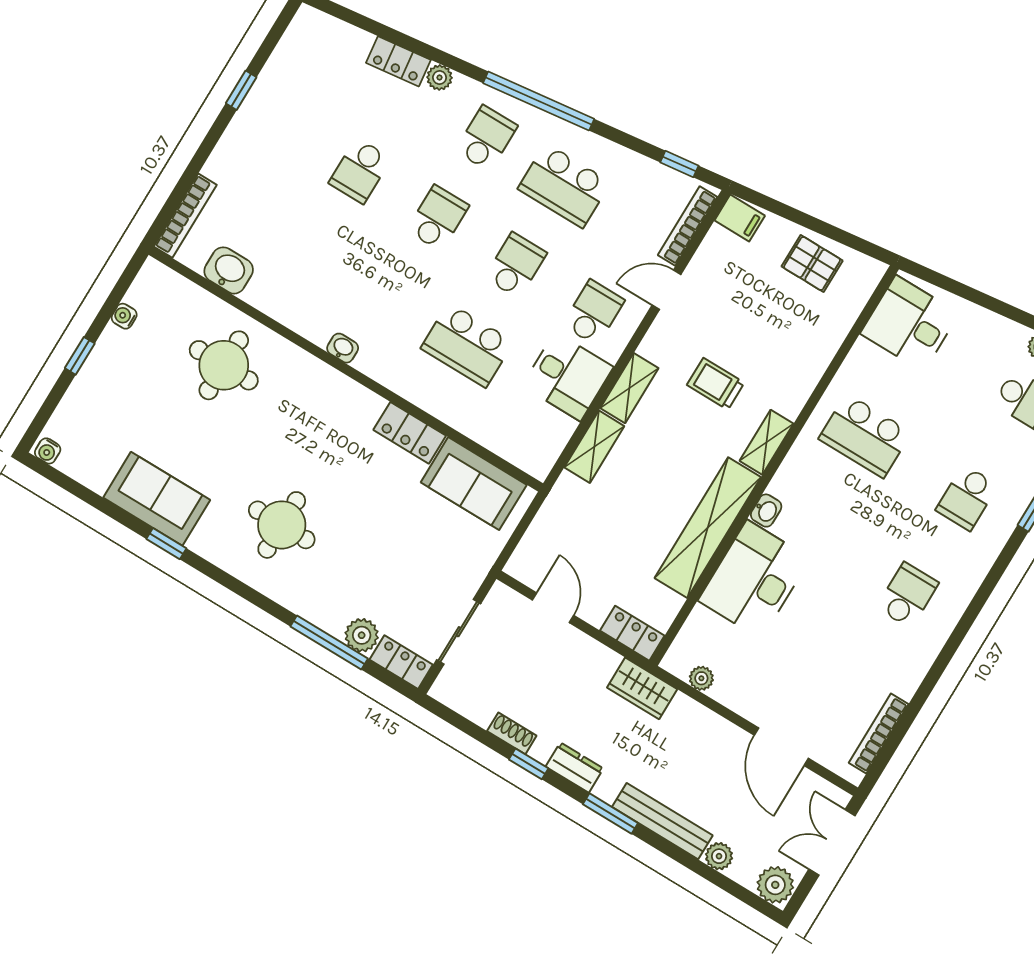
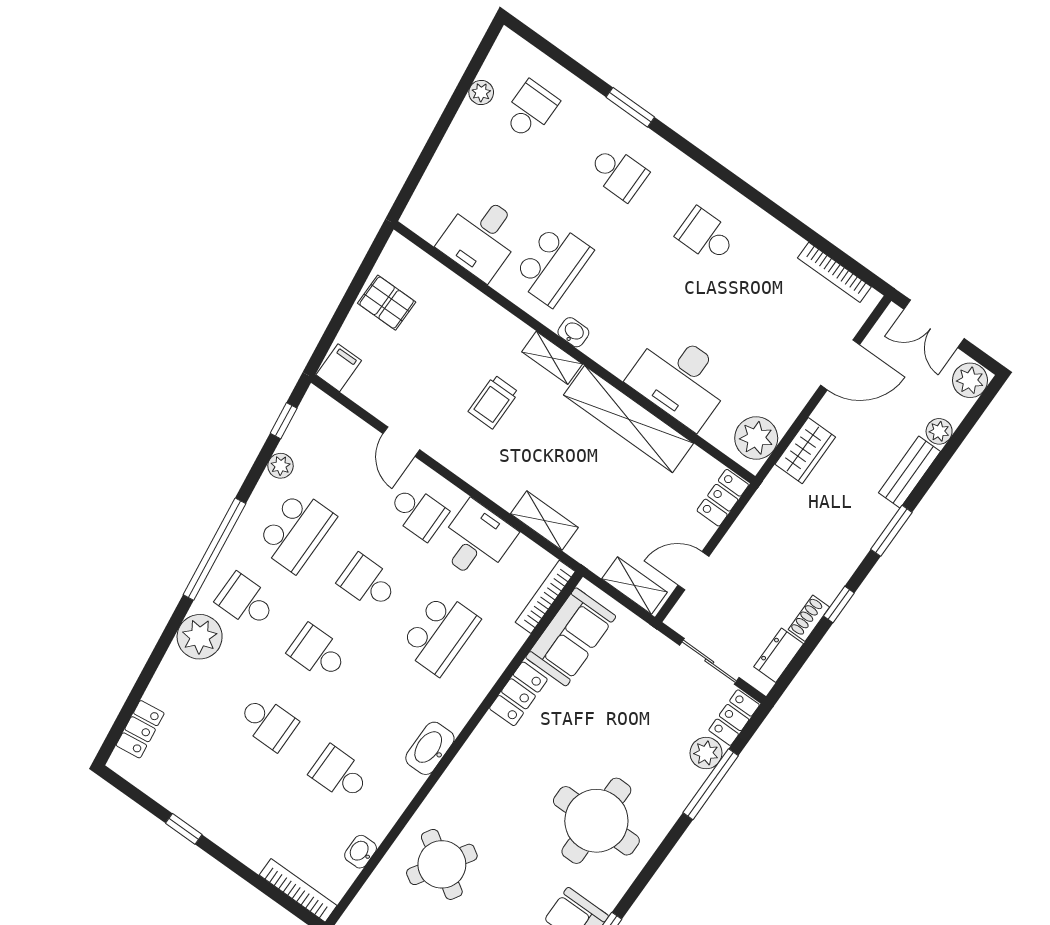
locker: (398, 61) -> (140, 729), moved
plant: (440, 77) -> (200, 637), width x1.88, depth x1.88
plant: (632, 164) -> (281, 466), added
bookcase: (688, 226) -> (545, 597), moved, turned 90
school desk: (311, 250) -> (340, 774), added
pallet: (812, 263) -> (387, 303), turned 90
washbasin: (229, 270) -> (361, 852), width x0.72, depth x0.69
school desk: (593, 313) -> (418, 512), turned 180
desk: (910, 323) -> (481, 237), moved
washbasin: (343, 348) -> (430, 748), width x1.91, depth x1.45
round table: (224, 365) -> (442, 864), turned 32
shelving: (629, 388) -> (635, 585), moved
washbasin: (766, 511) -> (573, 332), moved
round table: (282, 525) -> (596, 821), width x1.36, depth x1.36
plant: (701, 678) -> (756, 438), width x1.88, depth x1.88
wardrobe: (642, 688) -> (805, 451), moved
dresser: (575, 768) -> (779, 655), moved
bench: (662, 821) -> (909, 472), width x0.73

